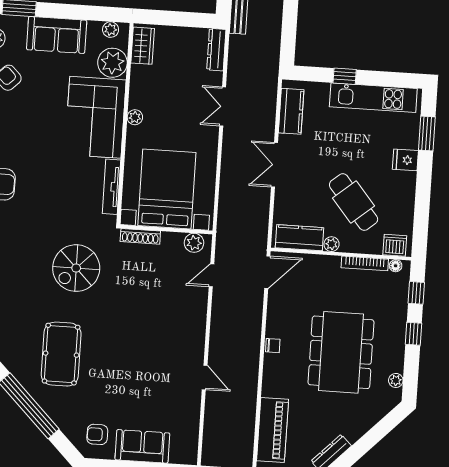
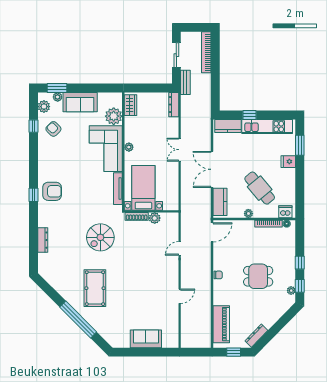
plant: (111, 30) -> (58, 97), moved
double door: (223, 106) -> (180, 150), moved
kitchen counter: (291, 111) -> (228, 126), moved, turned 90
double door: (274, 165) -> (212, 169), width x1.37
bed with nightstands: (167, 189) -> (143, 188), width x0.73
kitchen counter: (300, 238) -> (220, 202), moved, turned 90
plant: (194, 243) -> (155, 218), moved
door: (211, 275) -> (180, 248), moved
window: (416, 293) -> (300, 286), moved
dining table: (341, 352) -> (258, 276), width x0.53, depth x0.80
door: (205, 377) -> (180, 296), hinge flipped
armchair: (97, 434) -> (119, 334), removed

